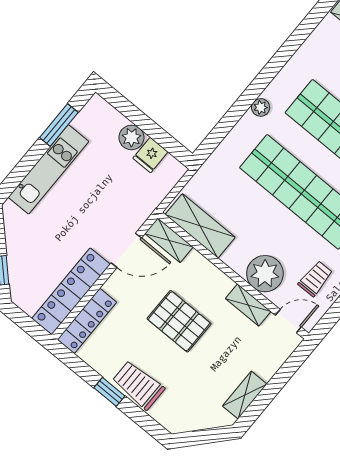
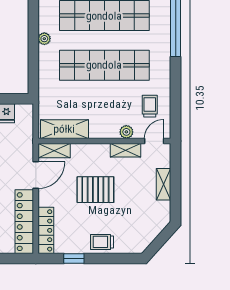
plant: (265, 274) -> (126, 132), width x0.53, depth x0.53
trolley: (138, 385) -> (102, 242), width x0.73, depth x0.72
window: (109, 392) -> (74, 259), moved
shelving: (245, 395) -> (164, 184), moved

